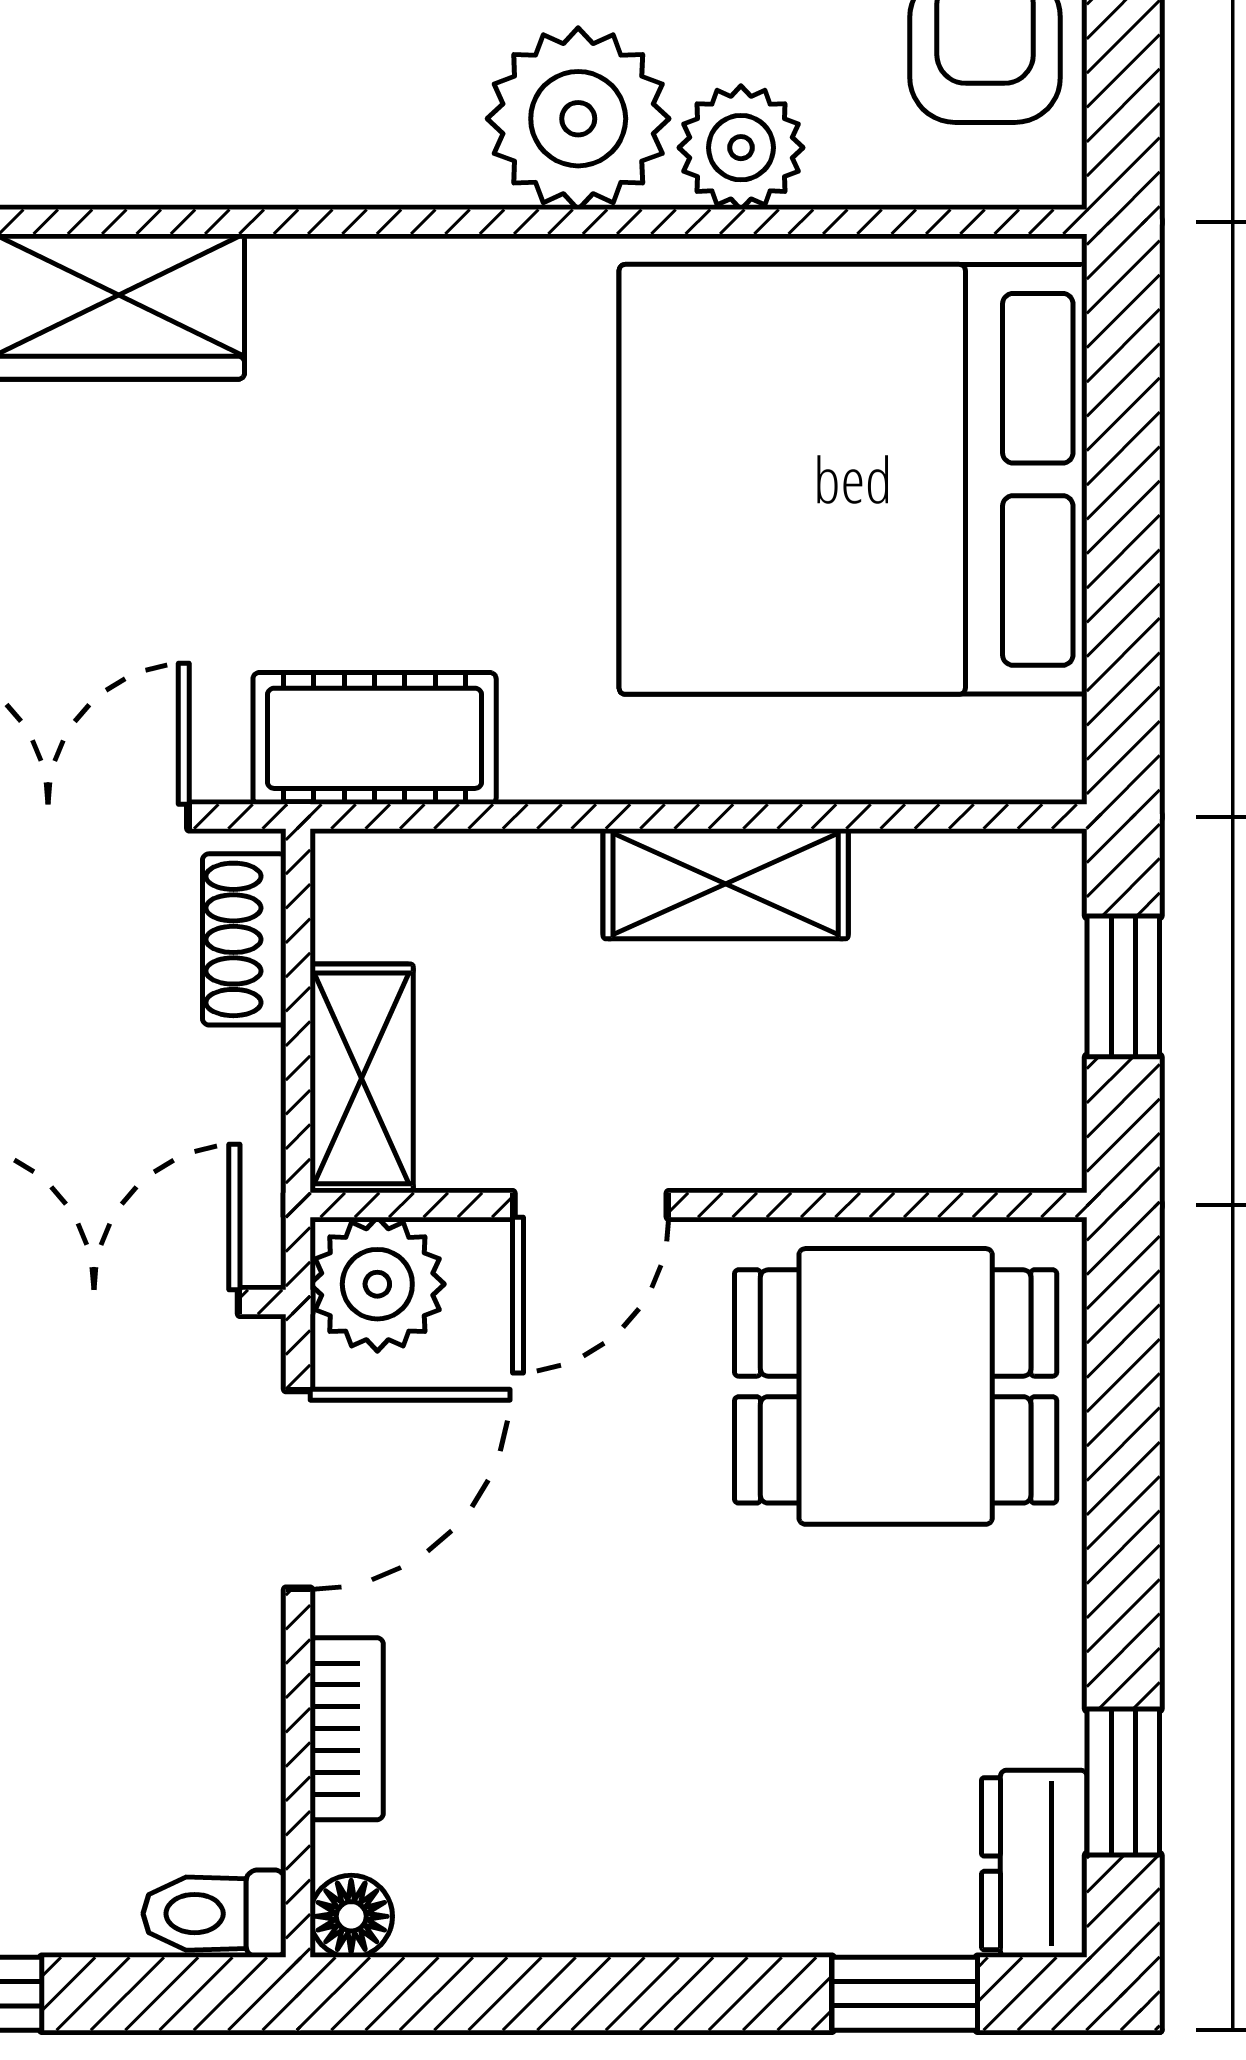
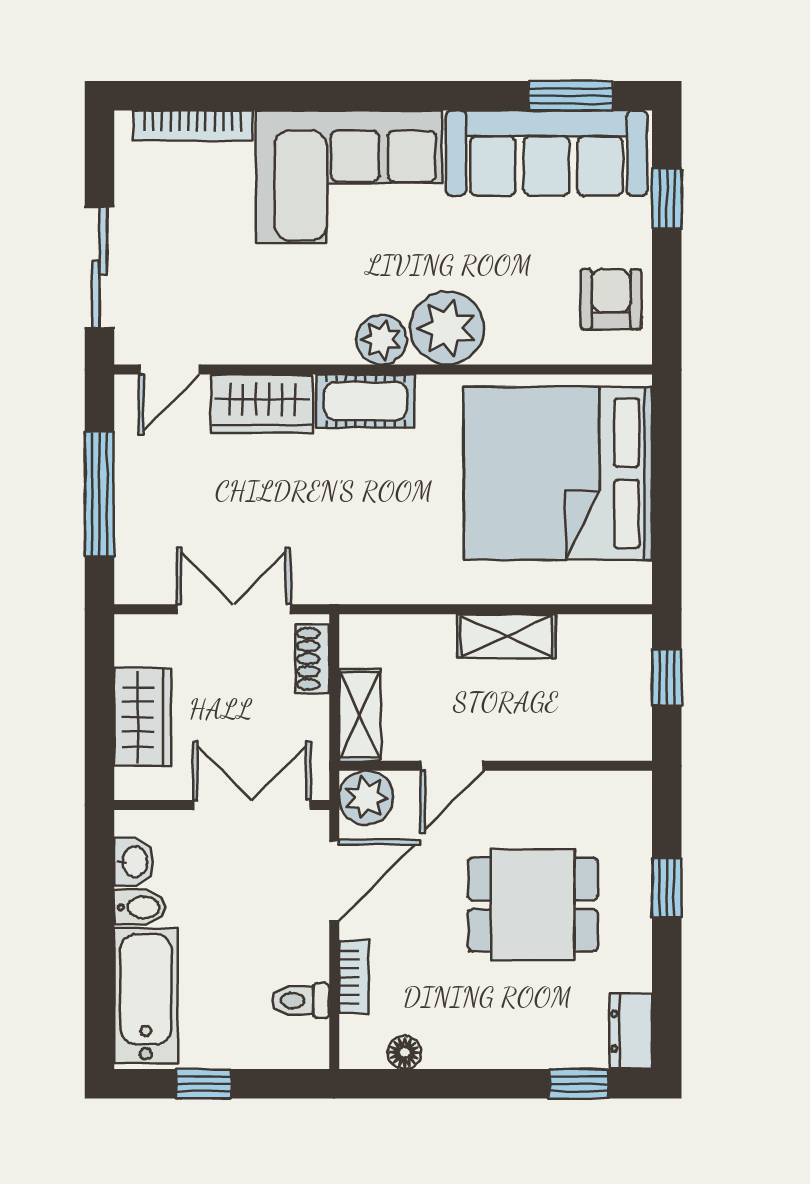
plant: (741, 148) -> (382, 340), moved
cot: (375, 738) -> (365, 401), moved
dining table: (896, 1386) -> (533, 905), moved
window: (1123, 1782) -> (667, 888), moved
toilet: (215, 1914) -> (301, 1000), moved
floor lamp: (351, 1916) -> (405, 1052), moved

